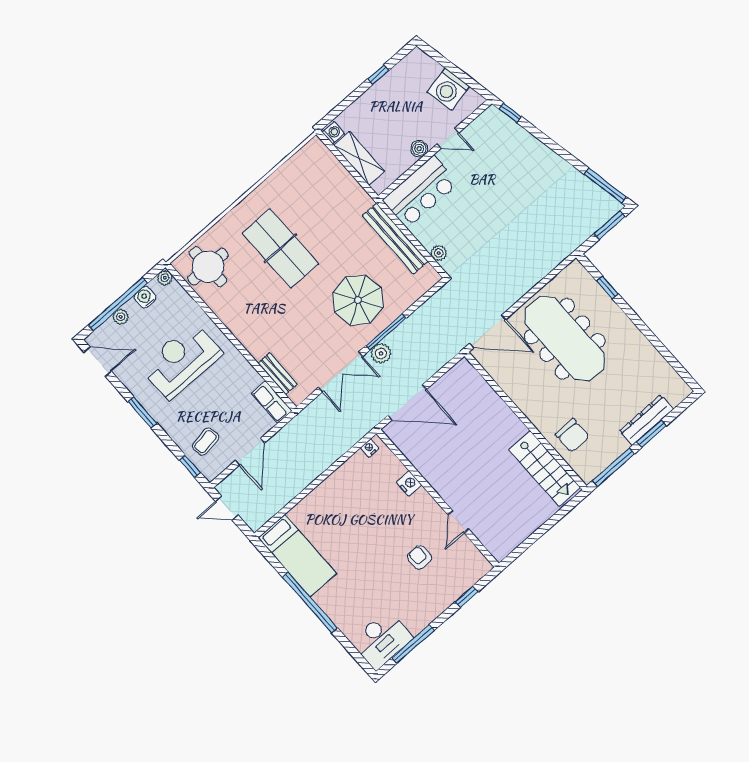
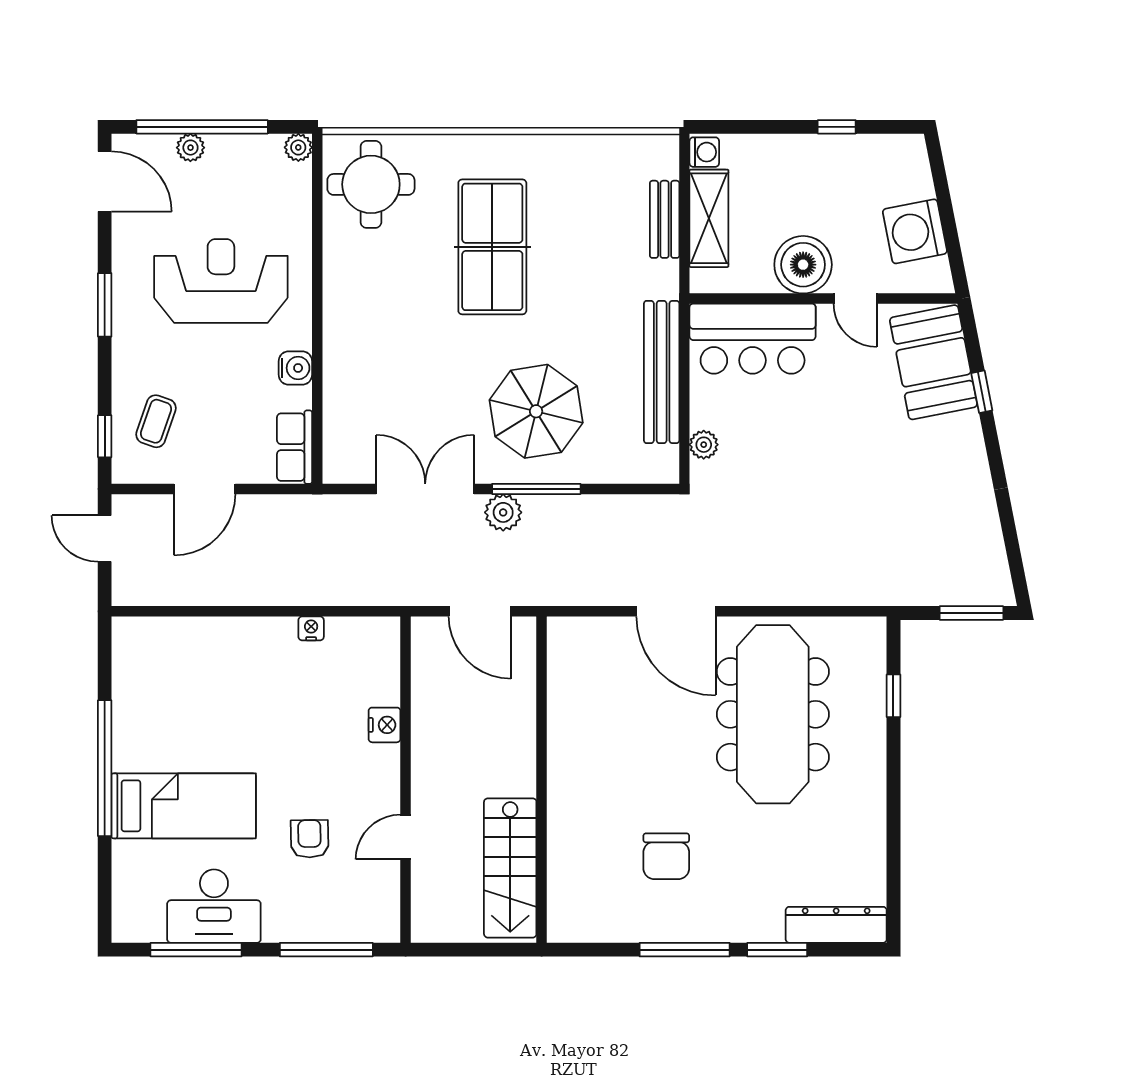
window: (510, 113) -> (982, 392), moved
booth: (503, 136) -> (933, 362), added
boiler: (419, 149) -> (803, 265), width x1.86, depth x1.86
window: (605, 185) -> (1014, 553), removed
water cooler: (145, 297) -> (295, 368), moved, turned 90
double door: (340, 372) -> (425, 489), swing flipped
bench: (278, 374) -> (665, 219), moved
door: (407, 402) -> (480, 611), width x0.73
dresser: (646, 420) -> (836, 925), moved
wall: (525, 421) -> (542, 780), moved
coffee table: (205, 442) -> (156, 421), turned -63
nightstand: (370, 448) -> (311, 628), moved
stairs: (545, 468) -> (510, 868), moved
bed: (297, 556) -> (184, 806), moved, turned -90
window: (467, 597) -> (326, 950), width x2.17
desk: (382, 640) -> (214, 906), moved

